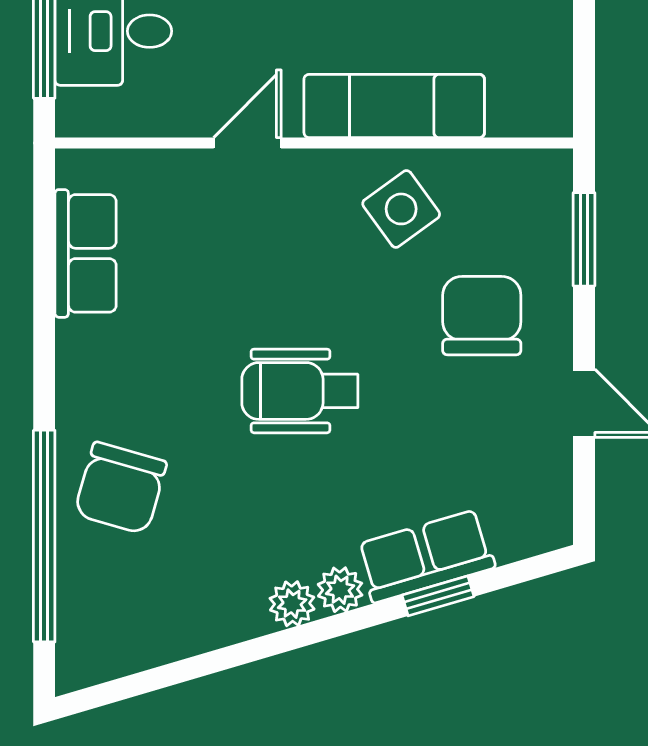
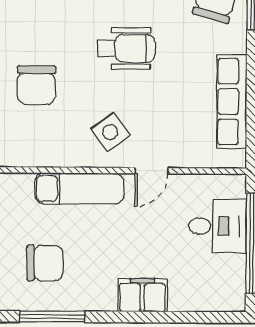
side table: (401, 209) -> (110, 132), moved
row of seats: (86, 253) -> (232, 102), width x1.48

